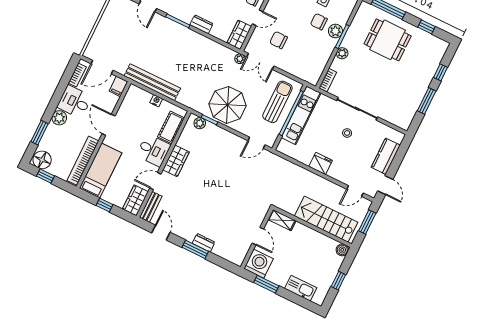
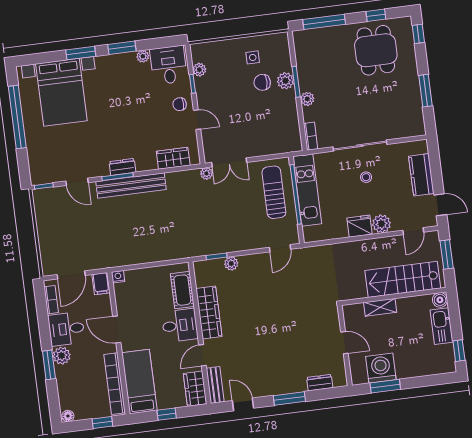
door: (258, 18) -> (197, 120), hinge flipped
dresser: (201, 24) -> (122, 167), moved
wardrobe: (239, 35) -> (173, 158), moved, turned 90
chair: (279, 40) -> (233, 128), removed
dining table: (388, 40) -> (376, 50), moved, turned 90
window: (440, 72) -> (418, 34), moved
bench: (152, 82) -> (131, 186), moved
nightstand: (156, 101) -> (118, 277), moved
parasol: (228, 105) -> (225, 229), removed
plant: (200, 123) -> (231, 263), moved
window: (40, 133) -> (49, 365), moved
floor lamp: (42, 160) -> (68, 416), width x0.53, depth x0.53
wardrobe: (176, 161) -> (209, 312), width x1.50
plant: (337, 172) -> (381, 224), added
window: (45, 176) -> (102, 422), moved
shelving: (282, 220) -> (380, 307), moved
dresser: (204, 243) -> (320, 383), moved
washing machine: (259, 264) -> (381, 368), moved
window: (338, 281) -> (459, 351), moved
kitchen sink: (301, 288) -> (442, 326), moved, turned -90

